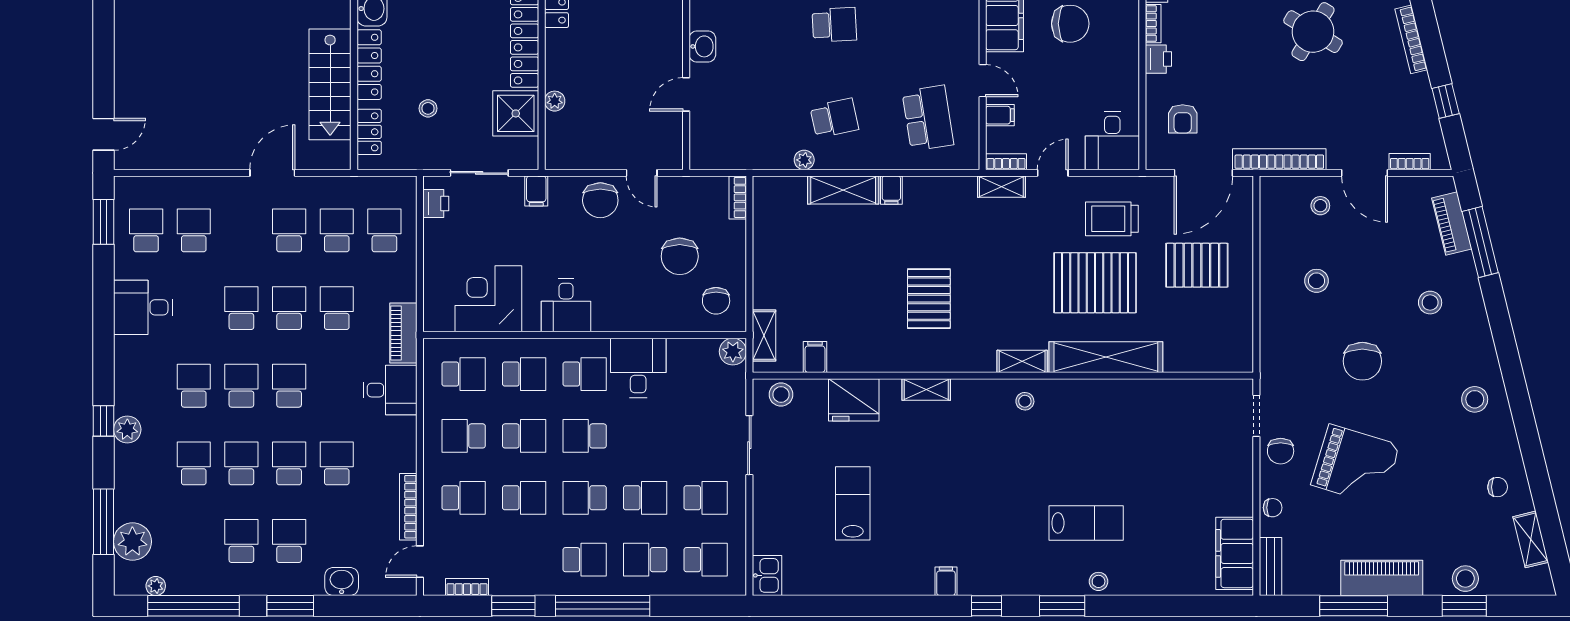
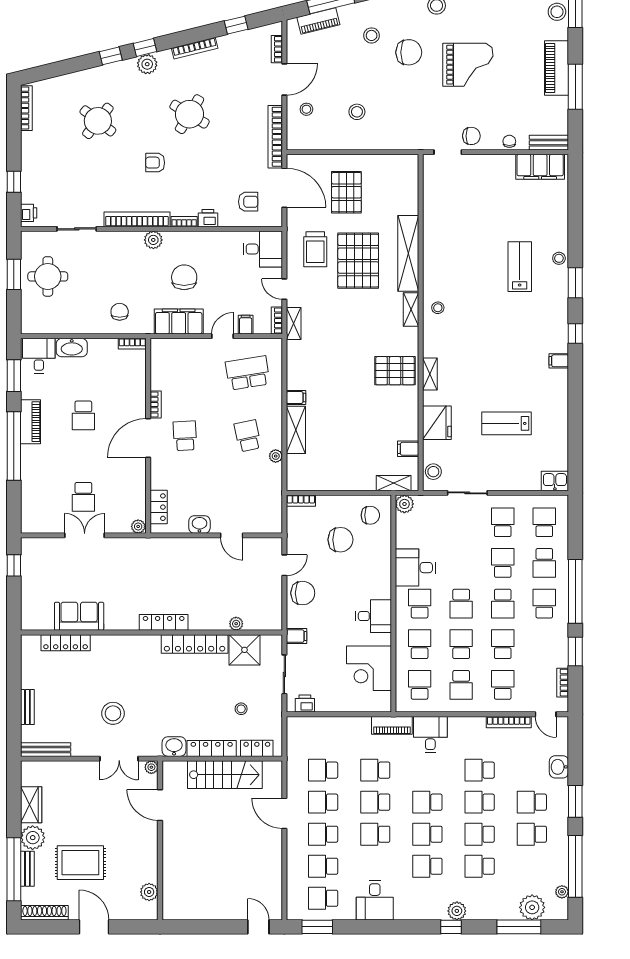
school desk: (384, 230) -> (323, 834), moved
pallet: (929, 299) -> (395, 371), moved
chair: (1362, 361) -> (409, 52), moved
grand piano: (1355, 465) -> (468, 65), moved, turned 73

